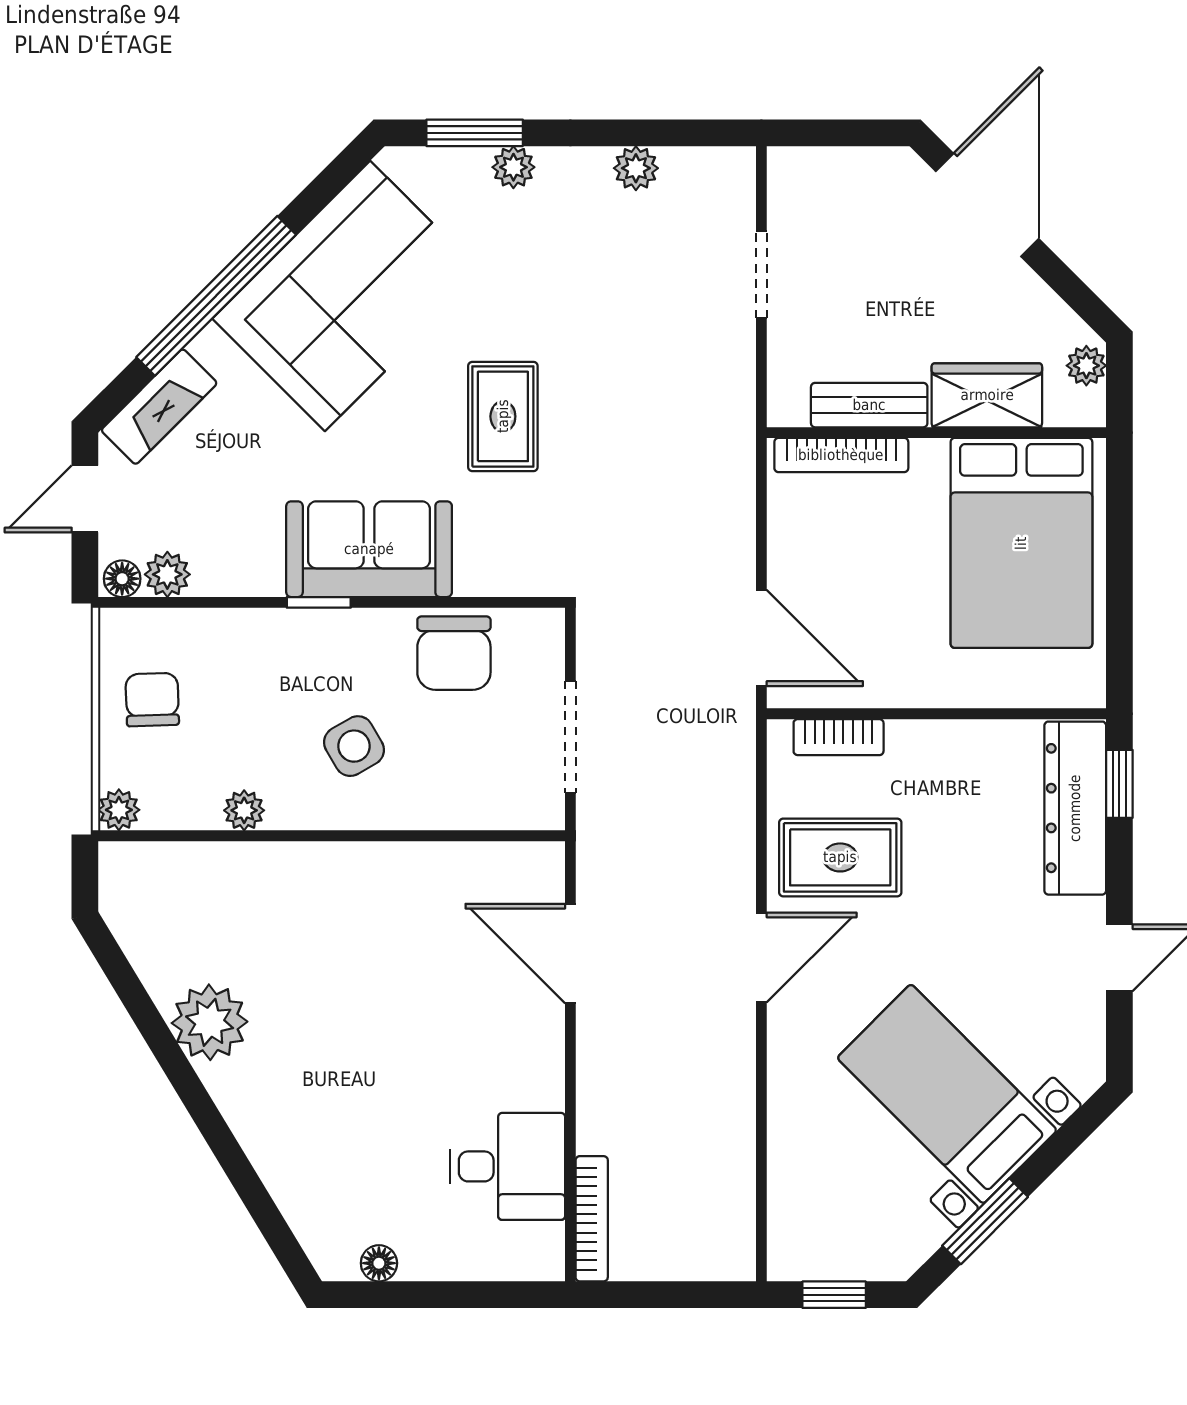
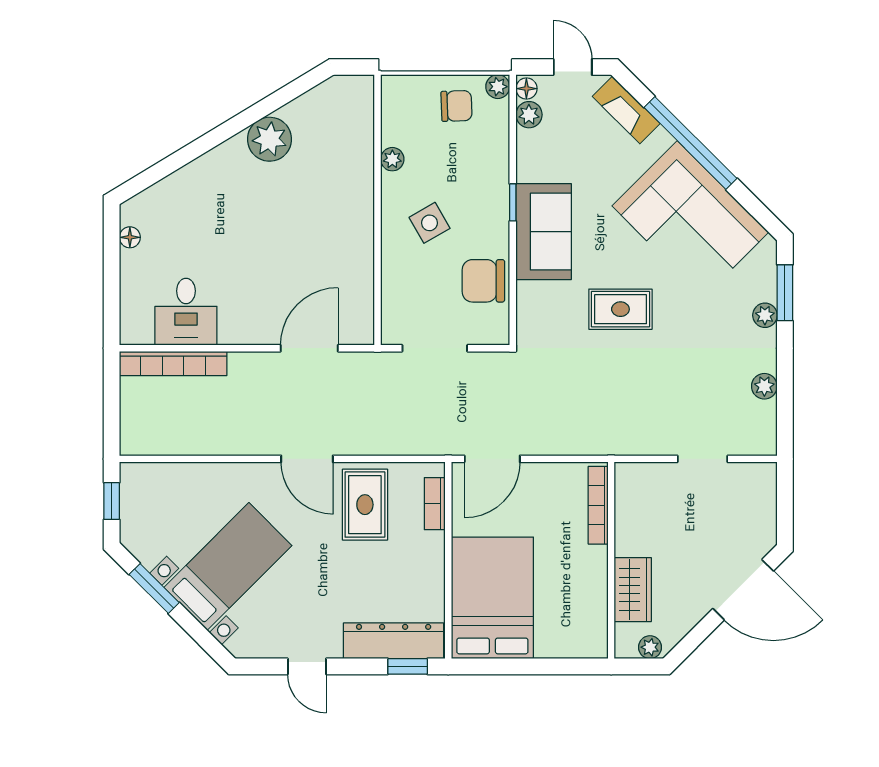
bench: (869, 405) -> (627, 521), removed
bed: (1021, 543) -> (492, 598), moved, turned 90
plant: (119, 810) -> (498, 87), moved
bookcase: (592, 1219) -> (173, 364), width x1.48, depth x1.31

